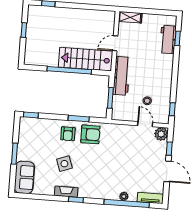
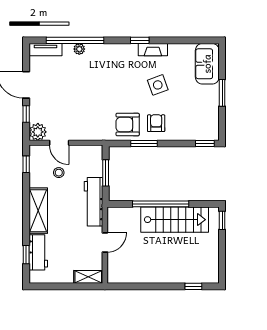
window: (24, 30) -> (222, 220), moved
stairs: (86, 59) -> (175, 220), moved
shelving: (166, 72) -> (38, 211), added

